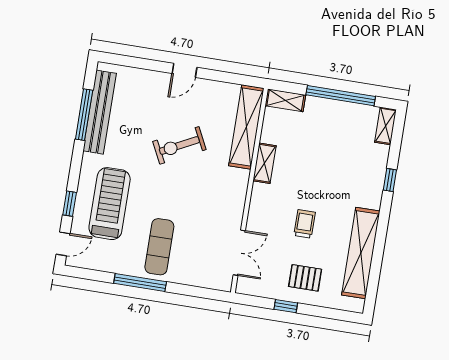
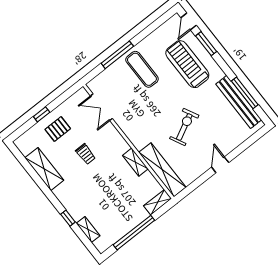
shelving: (386, 126) -> (88, 229), moved
window: (70, 204) -> (206, 44), width x1.50
treadmill: (110, 204) -> (187, 64), turned 180
shelving: (361, 253) -> (44, 169), width x0.68
window: (140, 283) -> (117, 55), moved
window: (286, 306) -> (42, 114), moved

